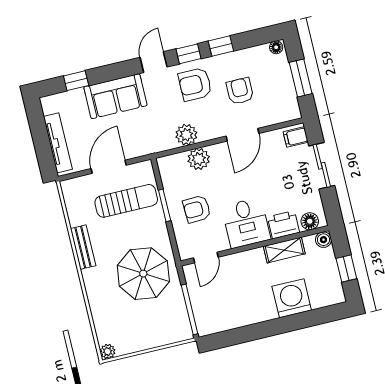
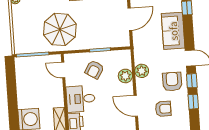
door: (109, 167) -> (130, 19), hinge flipped
sun lounger: (126, 201) -> (107, 26), removed
armchair: (197, 209) -> (94, 70), turned -146

